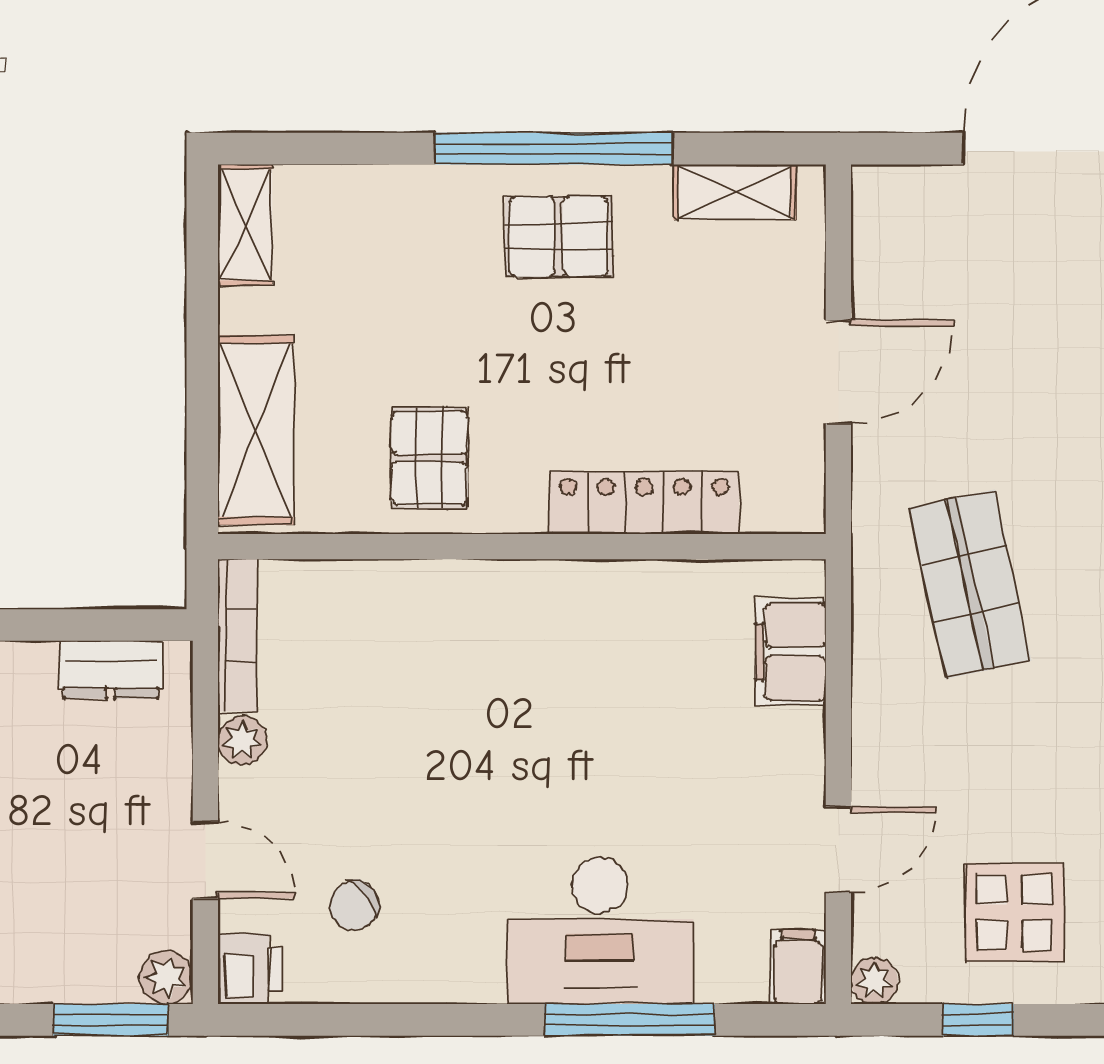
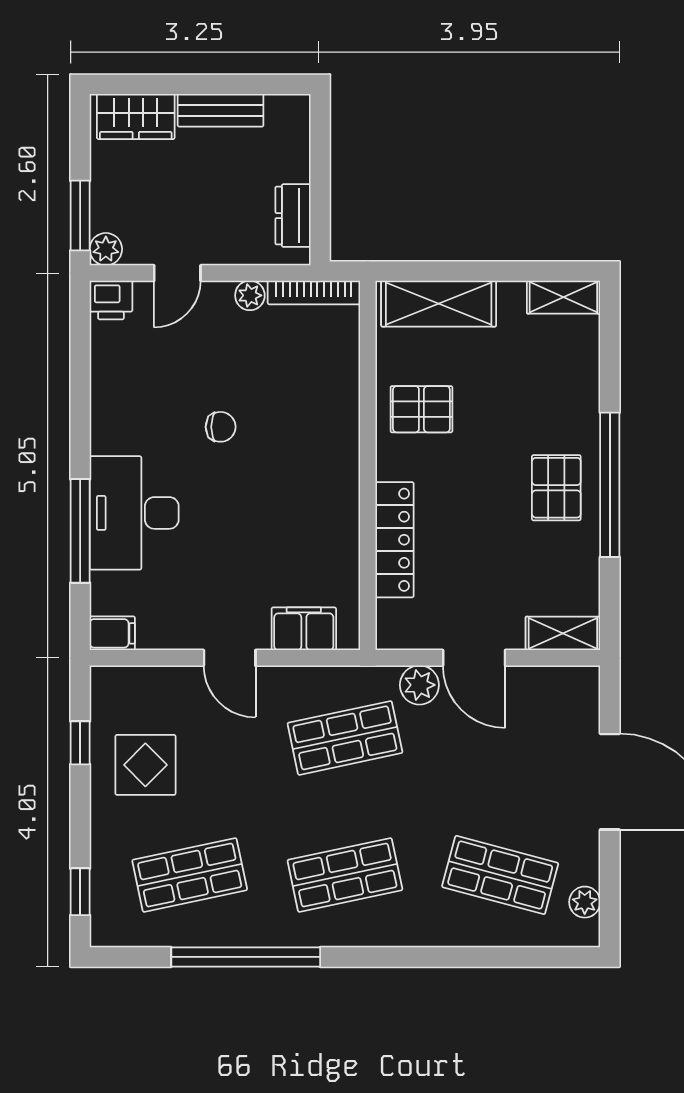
shelving: (735, 192) -> (563, 633), moved, turned 90
door: (838, 850) -> (230, 658), moved
chair: (354, 905) -> (221, 427), moved, turned 127
plant: (874, 981) -> (419, 685), moved, width x1.38, depth x1.38

